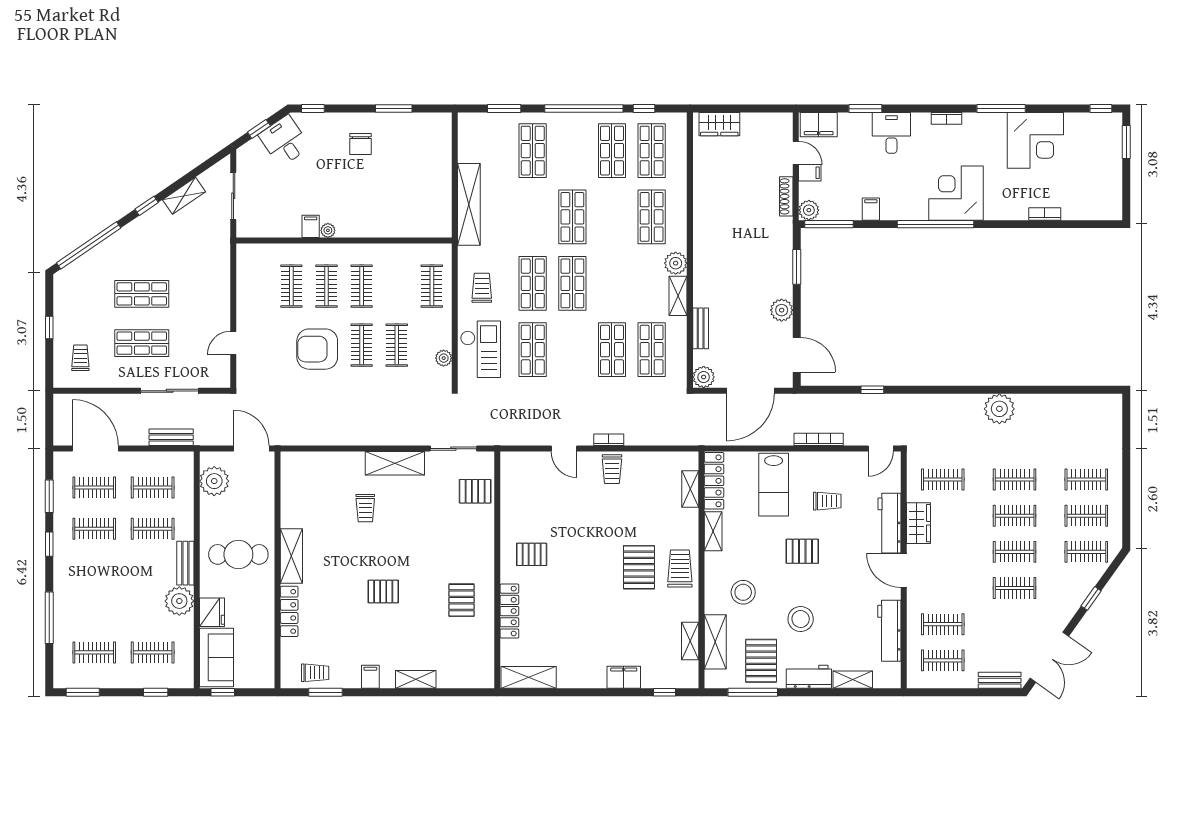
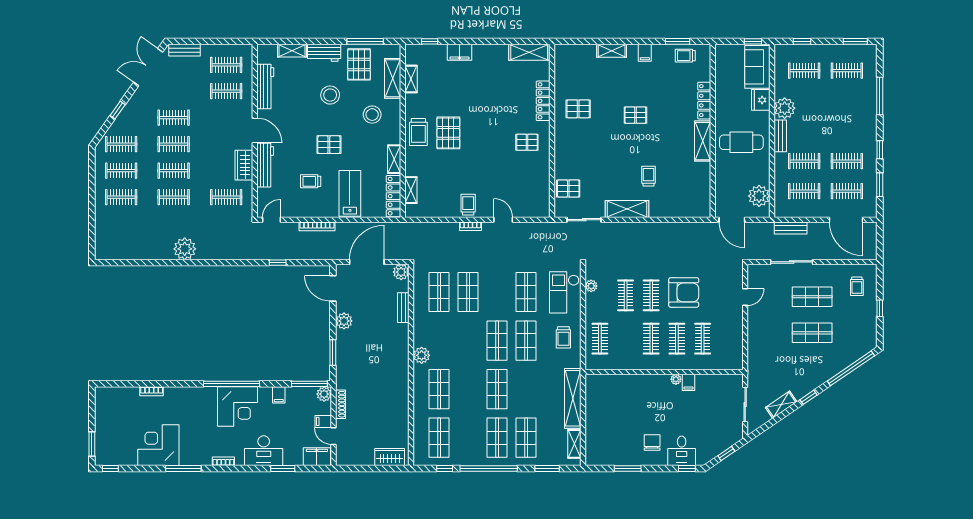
desk: (891, 133) -> (264, 451), width x1.37
desk: (284, 141) -> (682, 451), moved, turned 34
shop shelf: (612, 151) -> (497, 438), moved
corner desk: (956, 193) -> (238, 407), moved
shelving: (678, 296) -> (574, 444), moved
pallet: (462, 600) -> (578, 109), turned 90

